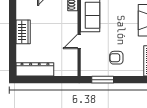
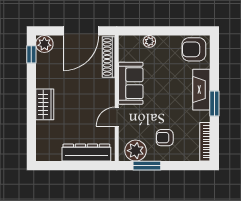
plant: (94, 68) -> (136, 151), added
dresser: (35, 69) -> (86, 153), moved

